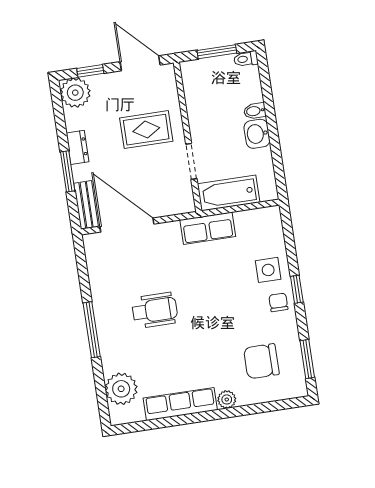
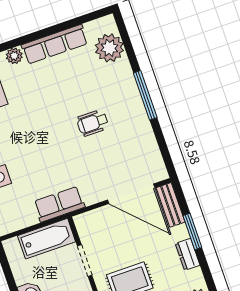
wheelchair: (155, 310) -> (93, 123), width x0.73, depth x0.73

